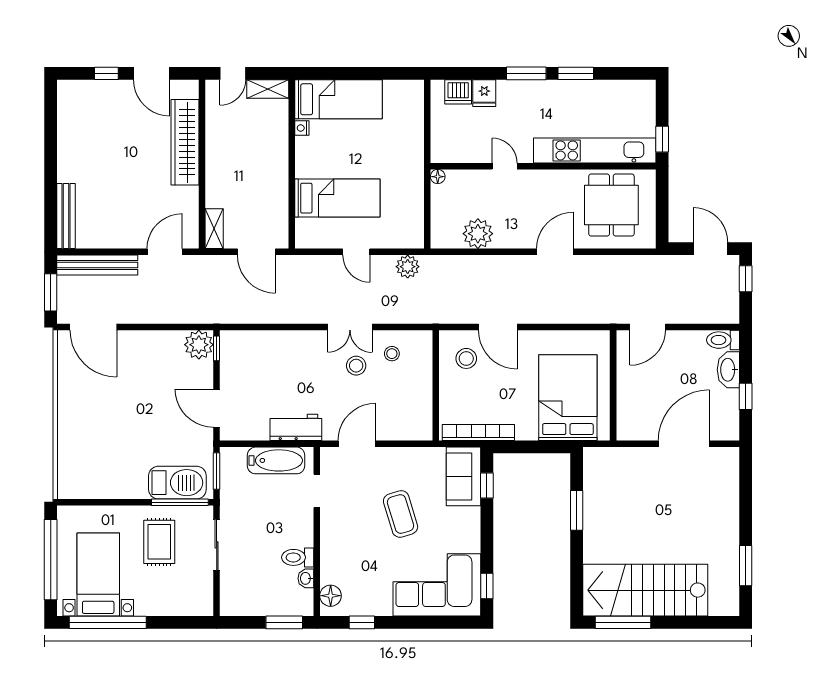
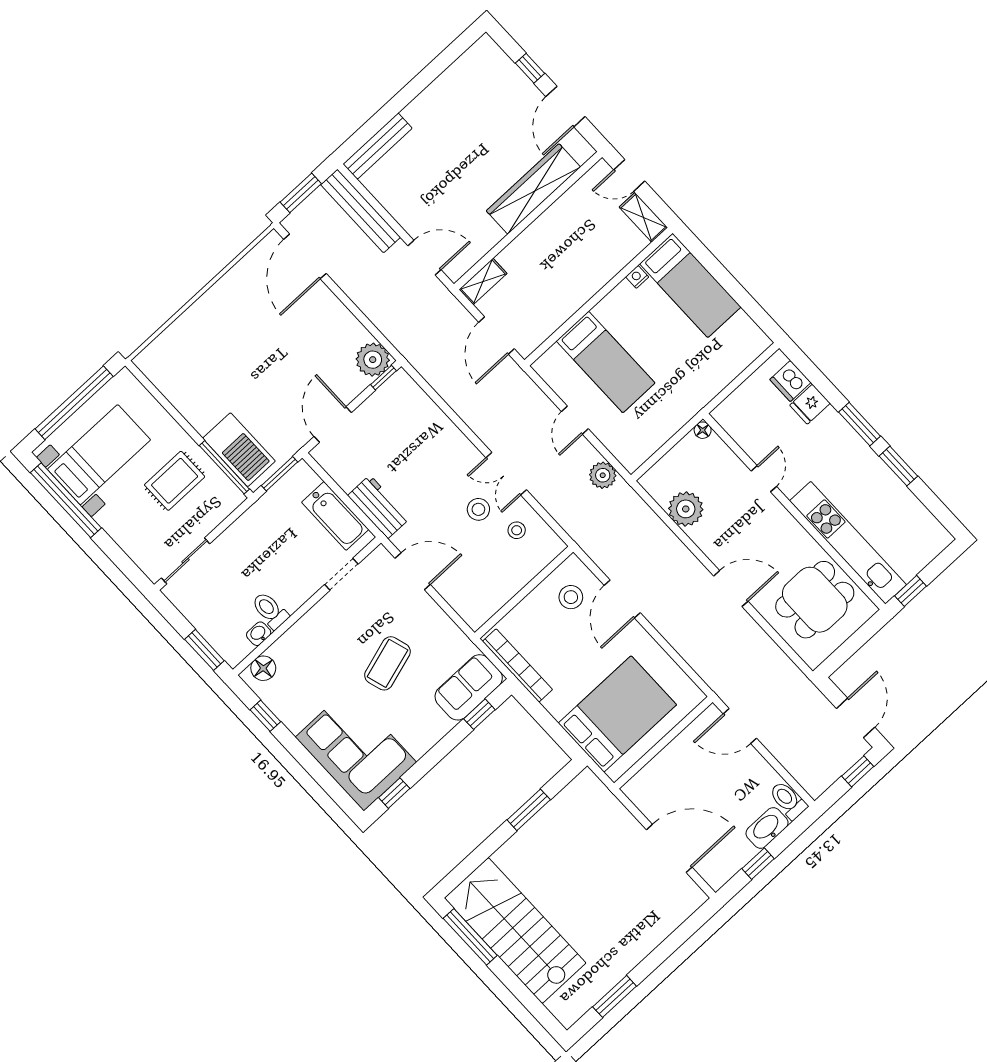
sliding door: (217, 545) -> (186, 561), moved

